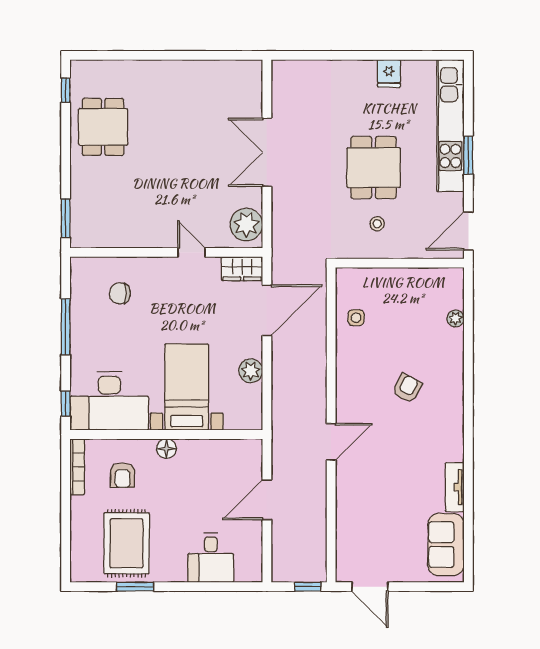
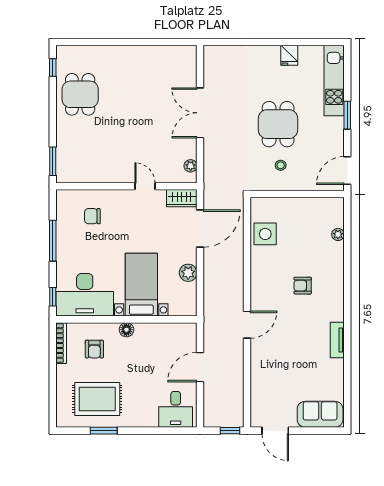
kitchen unit: (450, 126) -> (334, 81), width x0.73
plant: (246, 225) -> (191, 166), width x0.53, depth x0.53
side table: (356, 318) -> (265, 234), width x1.87, depth x1.87
armchair: (407, 388) -> (303, 286), turned -118
tv unit: (455, 487) -> (337, 340), moved
rug: (127, 543) -> (97, 399), turned 90
sofa: (446, 545) -> (320, 414), moved, turned 90
desk: (211, 558) -> (176, 409), moved

